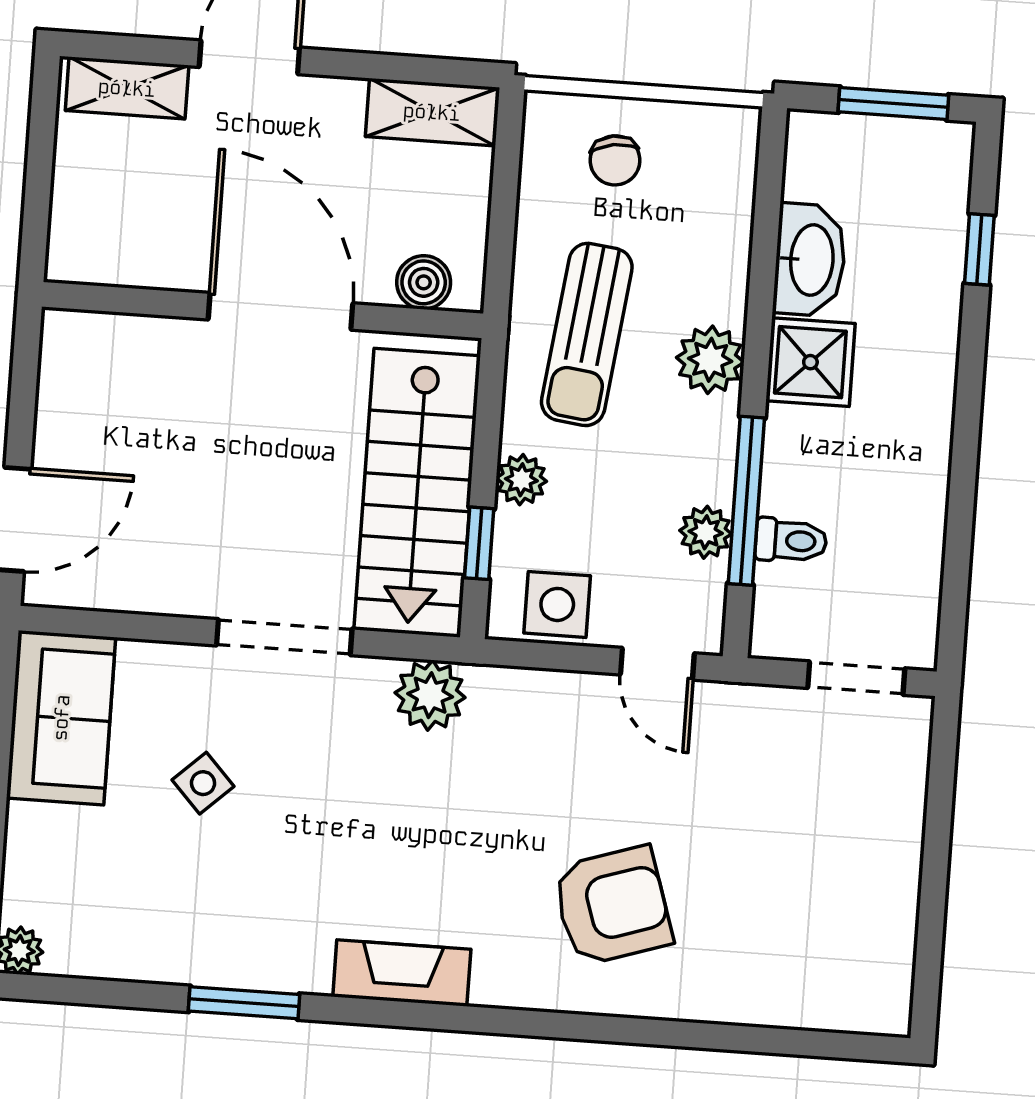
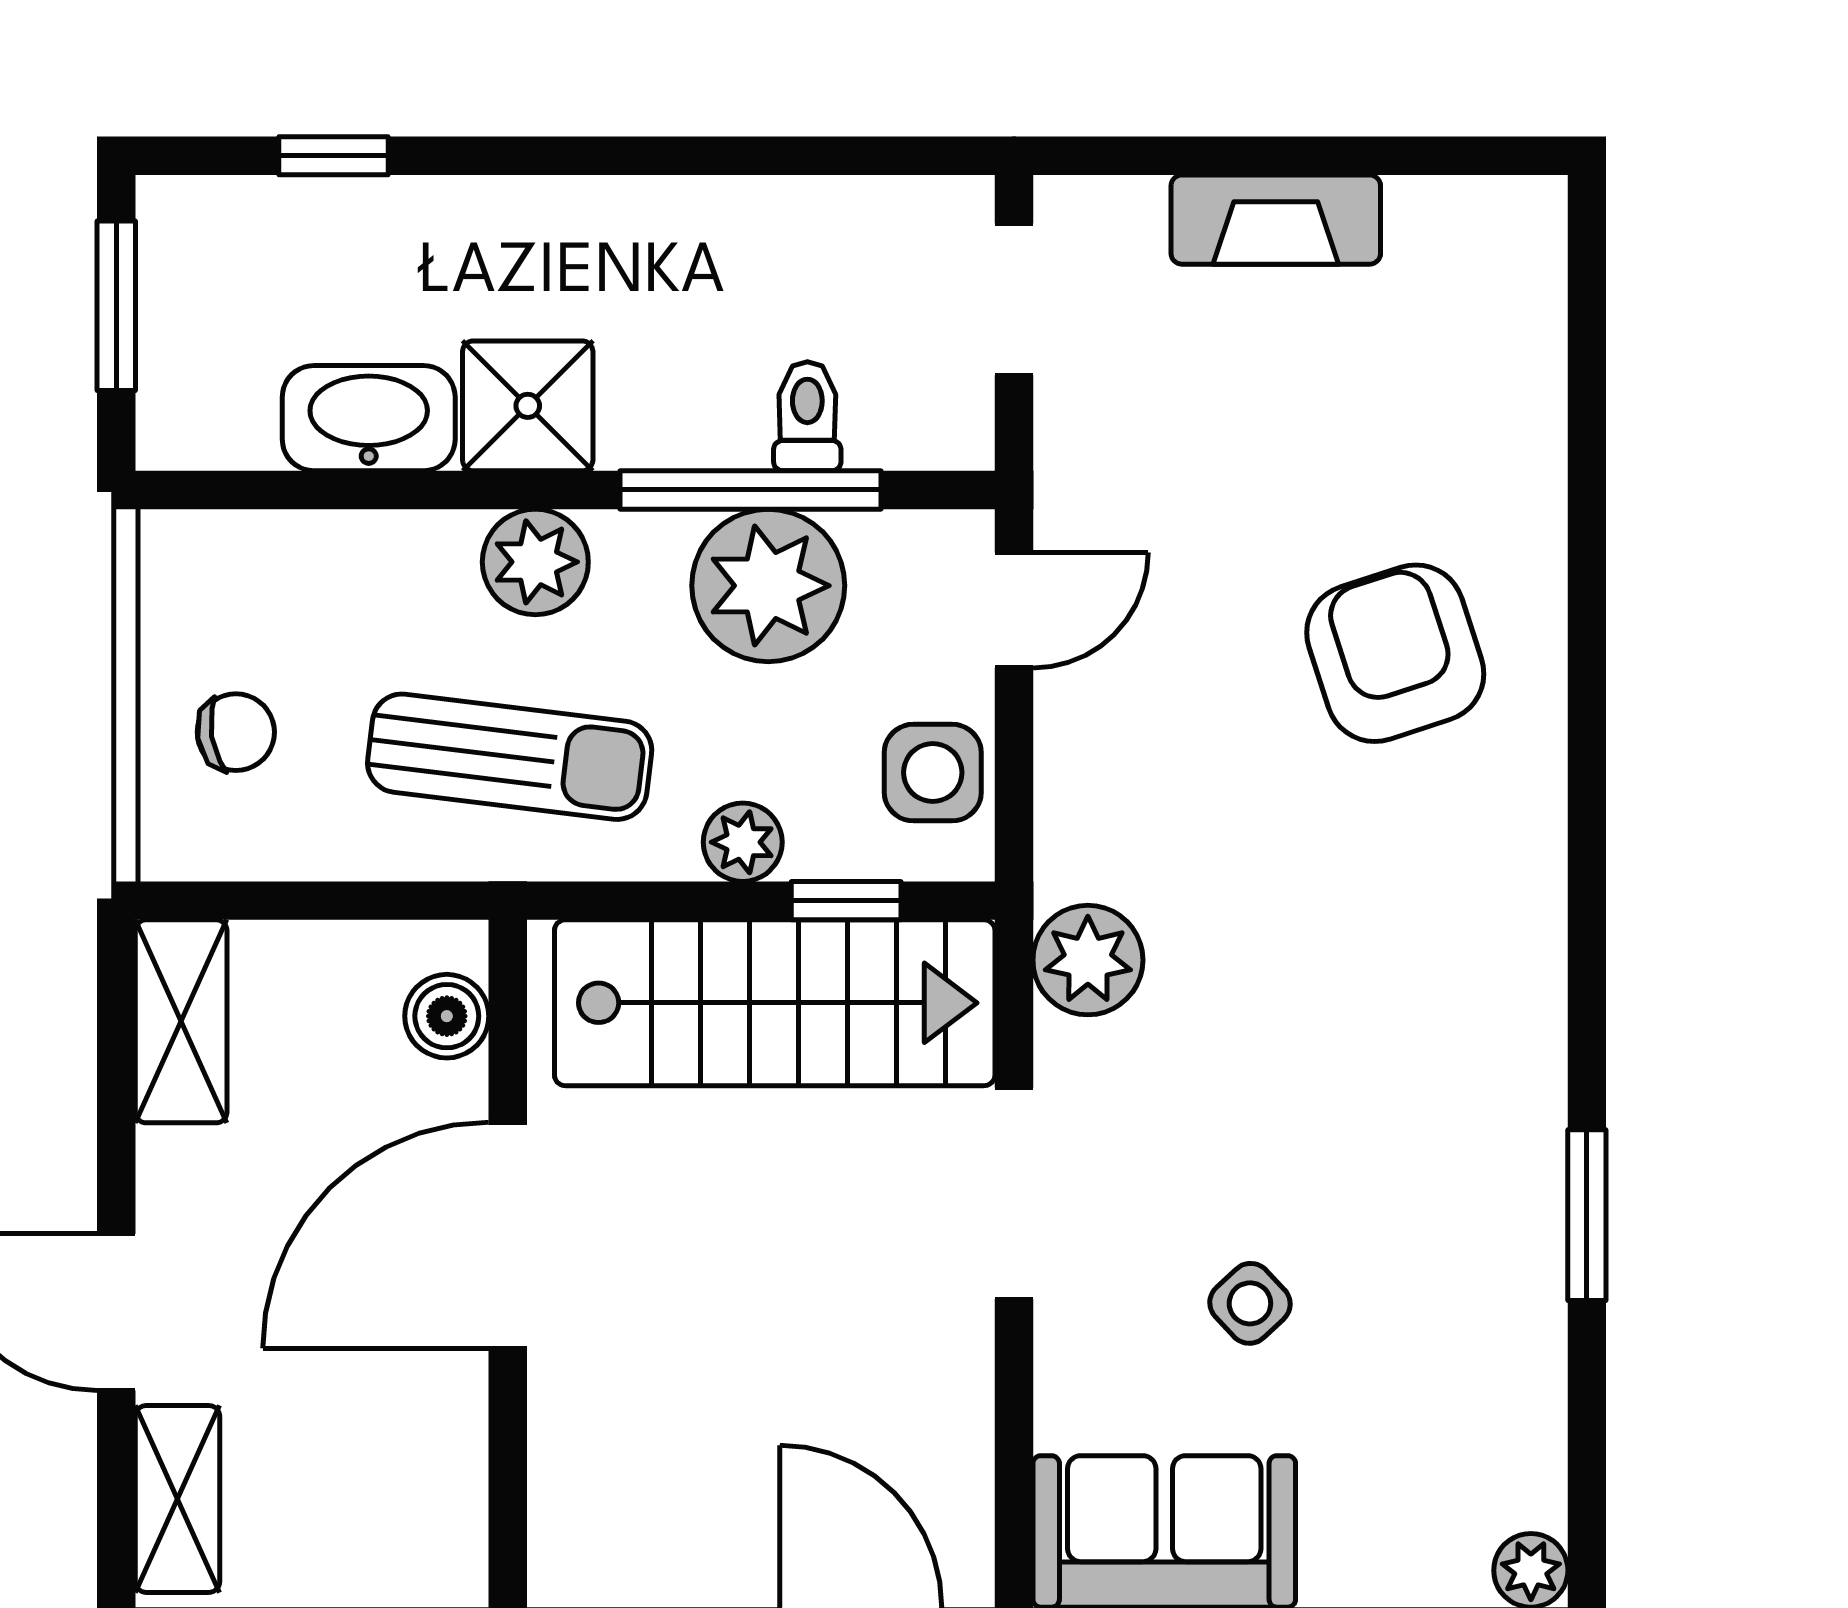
plant: (706, 532) -> (768, 586), width x1.87, depth x1.87
fireplace: (402, 973) -> (1276, 220), moved, turned -90

